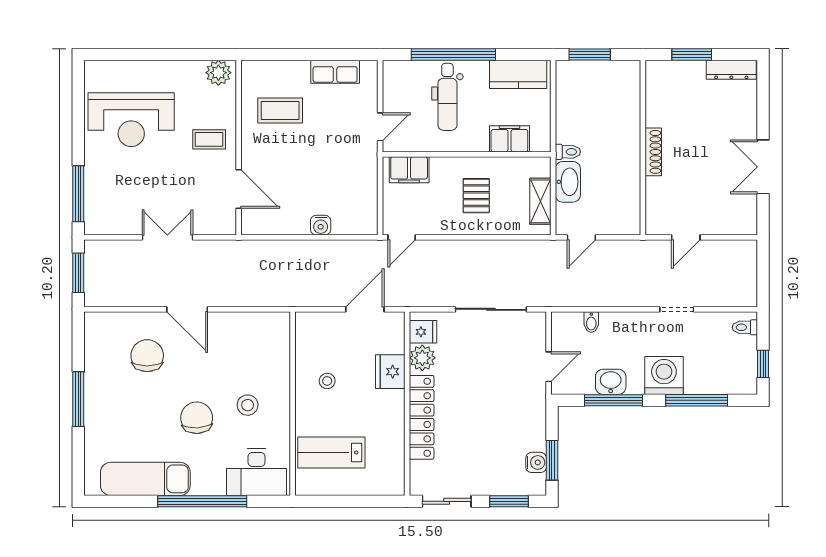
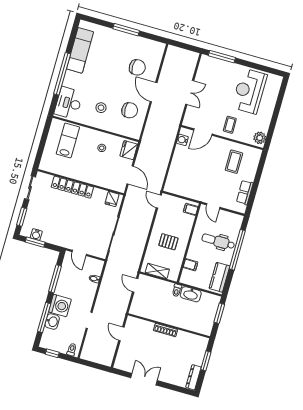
filing cabinet: (509, 139) -> (191, 265), width x0.50
filing cabinet: (409, 170) -> (191, 209), width x0.50
washbasin: (568, 182) -> (191, 294), moved
water cooler: (321, 225) -> (182, 140), moved
window: (78, 273) -> (185, 46), removed
door: (187, 309) -> (154, 92), hinge flipped
plant: (422, 358) -> (100, 195), removed
fridge: (390, 372) -> (129, 150), moved, turned -90
washbasin: (611, 382) -> (52, 322), moved
chair: (197, 418) -> (130, 110), moved

